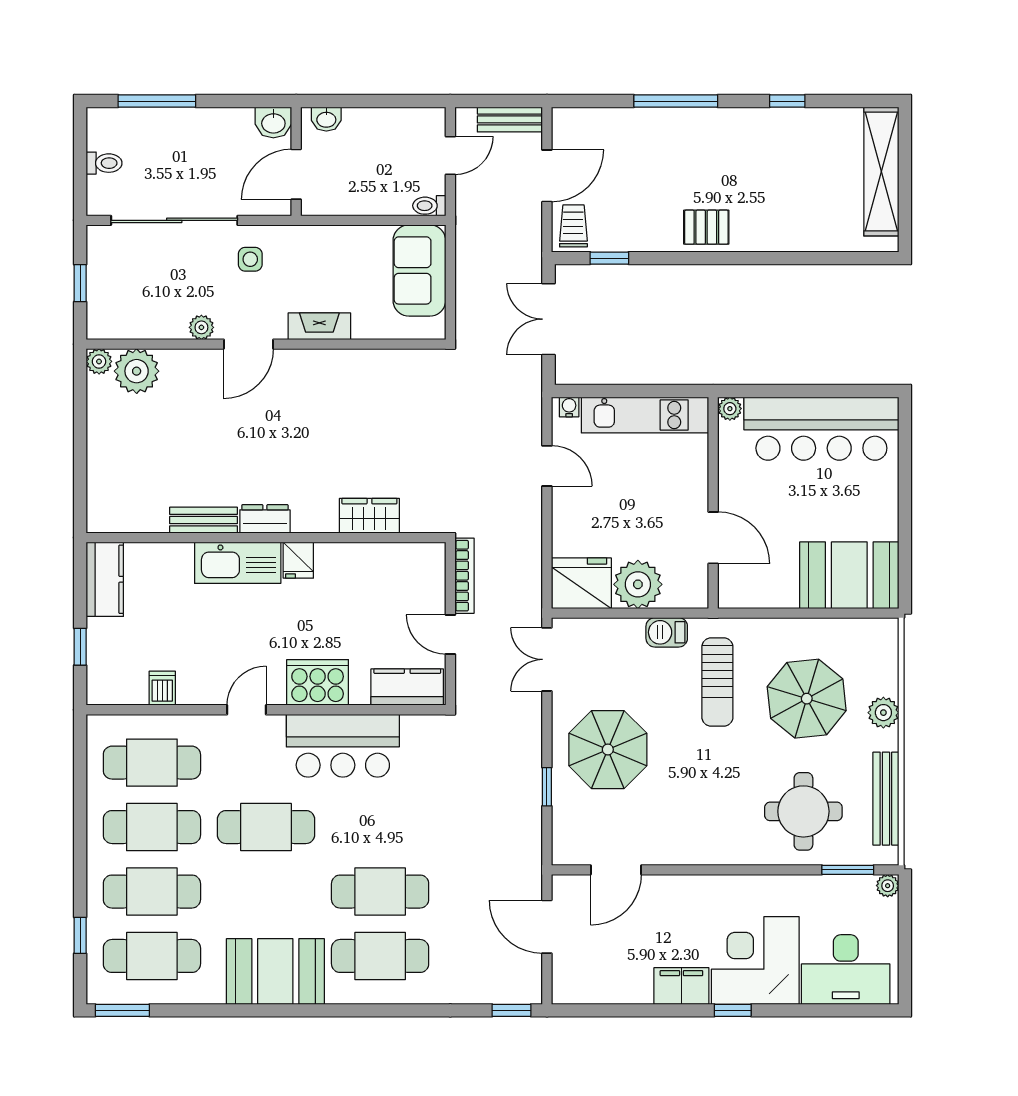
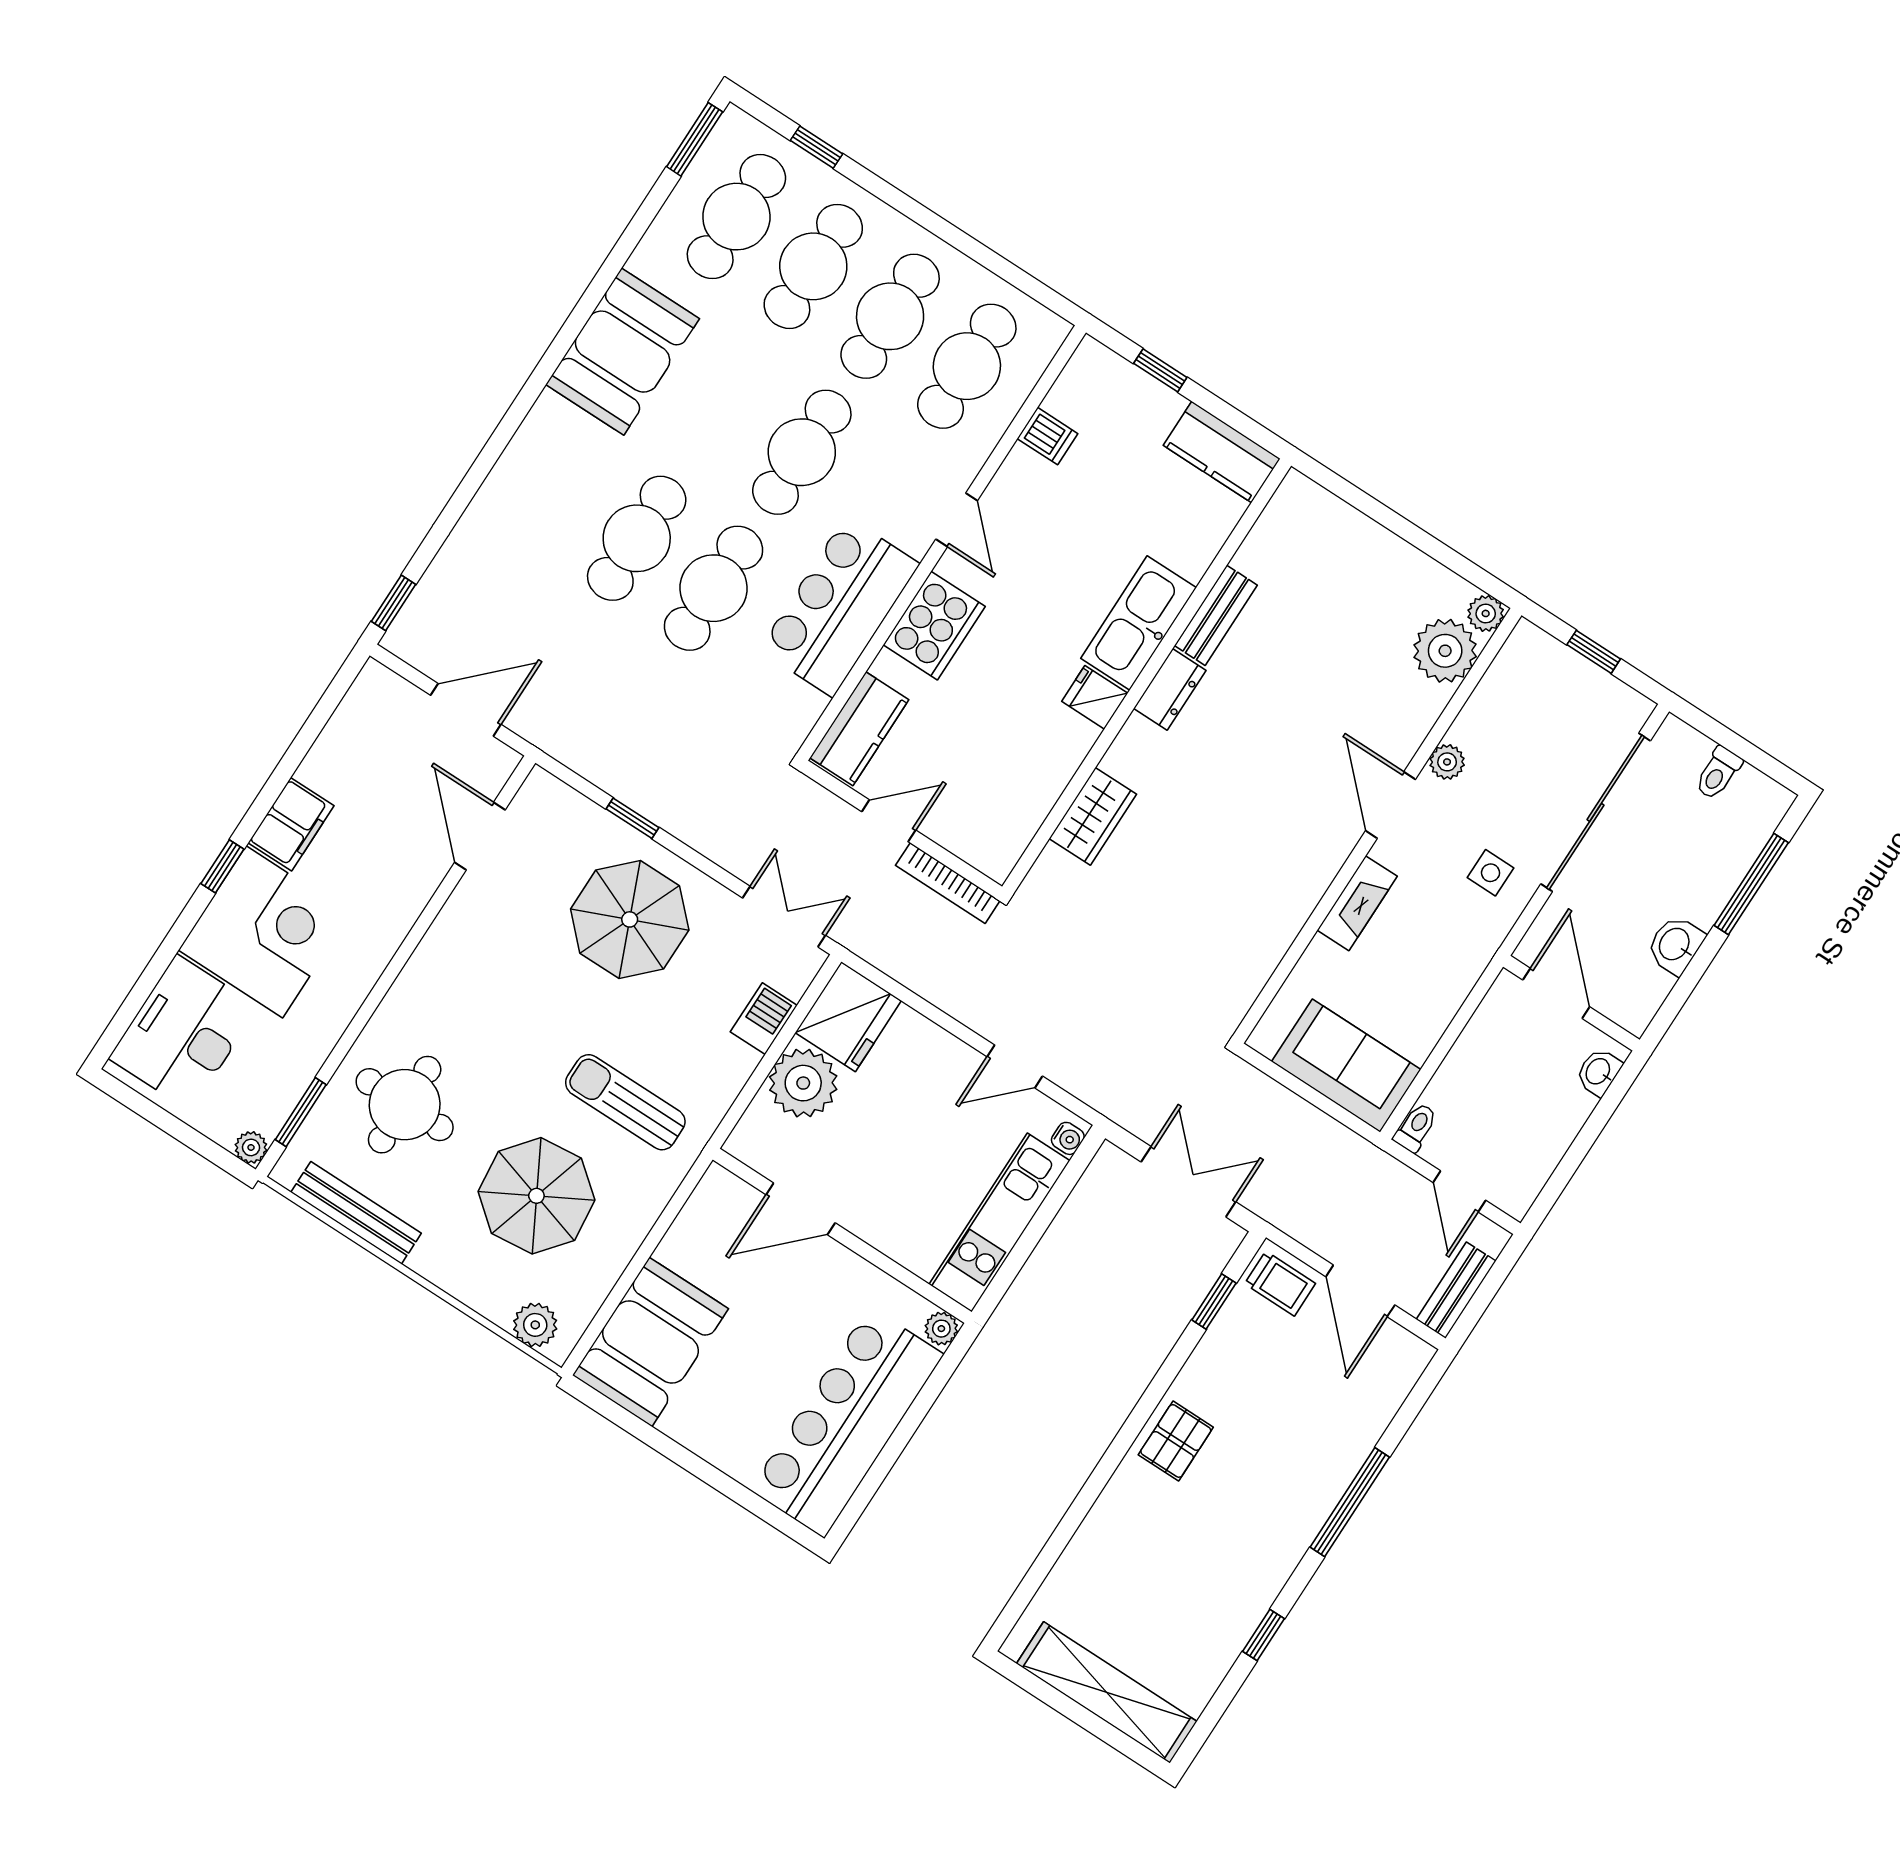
washbasin: (273, 123) -> (1675, 945), moved
barbecue: (667, 632) -> (764, 1019), moved
plant: (883, 713) -> (535, 1325), moved
cafe table: (380, 956) -> (714, 588), moved

